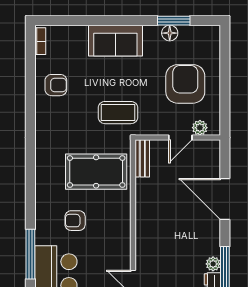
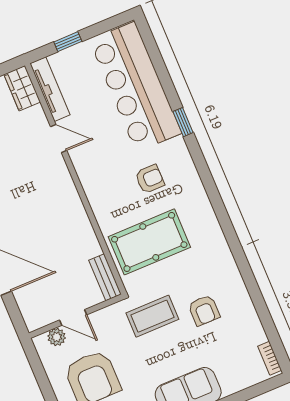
armchair: (56, 85) -> (204, 310), moved, turned -90
door: (180, 138) -> (73, 317), swing flipped
window: (30, 254) -> (183, 122), width x0.46

